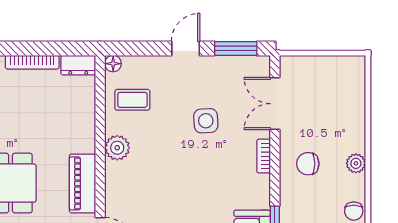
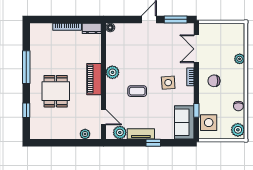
coffee table: (132, 100) -> (137, 91), moved
side table: (206, 121) -> (168, 83), moved
plant: (356, 163) -> (240, 59), moved
piano: (83, 183) -> (94, 79), moved

